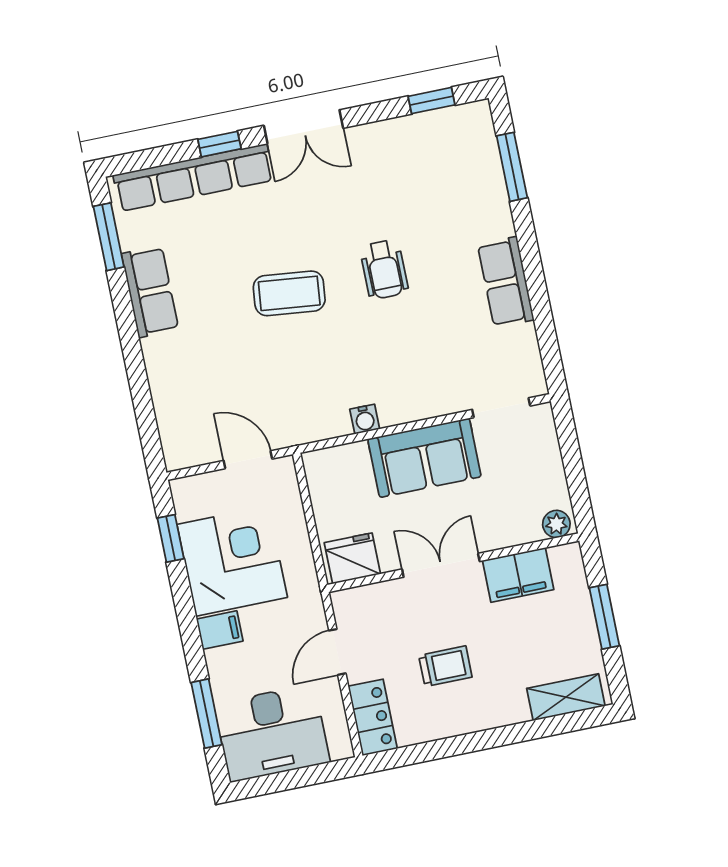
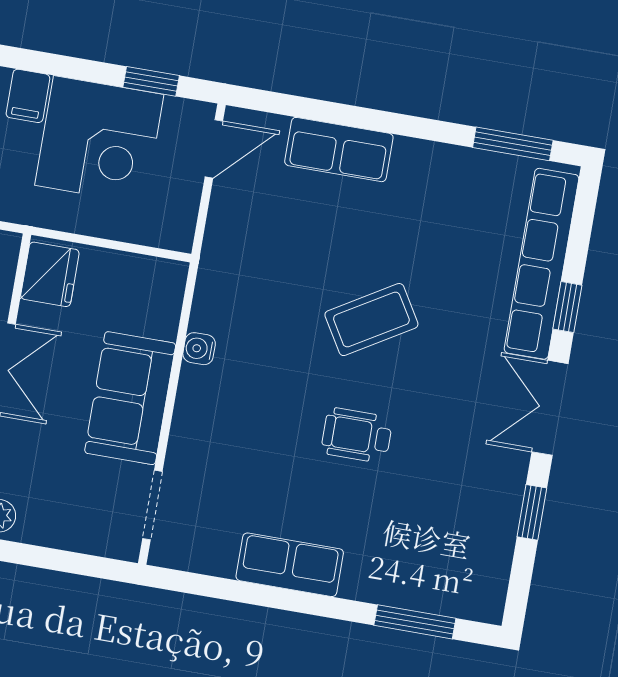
window: (432, 101) -> (532, 512), moved
row of seats: (150, 292) -> (339, 150), moved
coffee table: (289, 293) -> (371, 320), turned 53
door: (248, 460) -> (214, 149), moved

